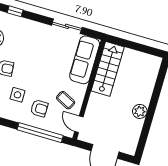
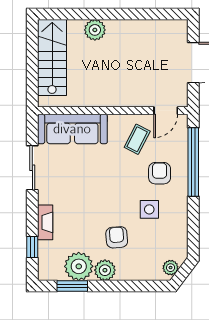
fireplace: (29, 24) -> (45, 222), added
stairs: (108, 69) -> (52, 57), moved, turned 90
plant: (140, 111) -> (95, 30), moved

